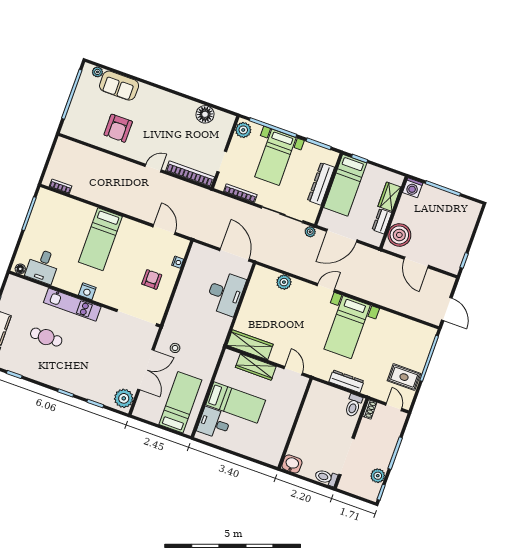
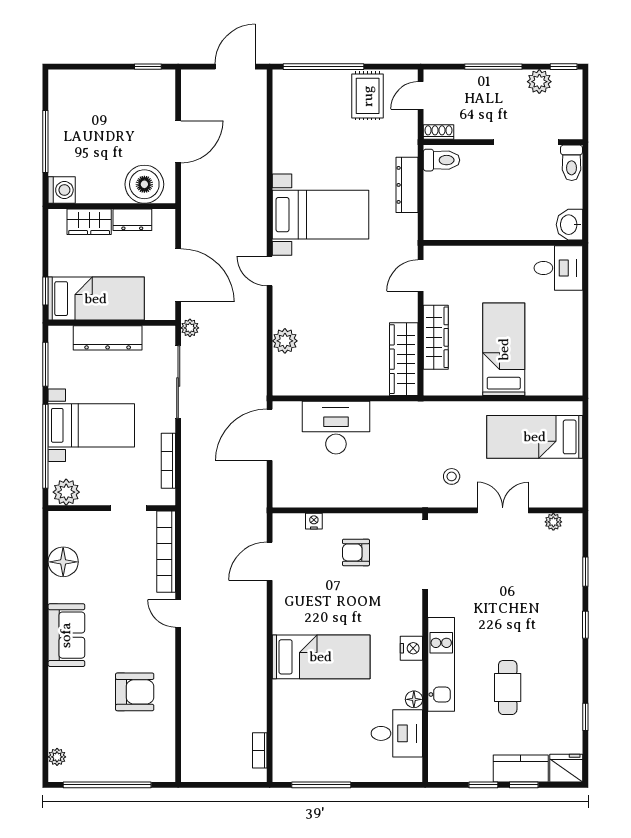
sofa: (119, 86) -> (66, 635), moved
floor lamp: (20, 269) -> (414, 699), moved
double door: (146, 370) -> (503, 510), width x0.73
plant: (124, 398) -> (553, 522), width x0.53, depth x0.53
desk: (214, 423) -> (558, 268), moved, turned -90

